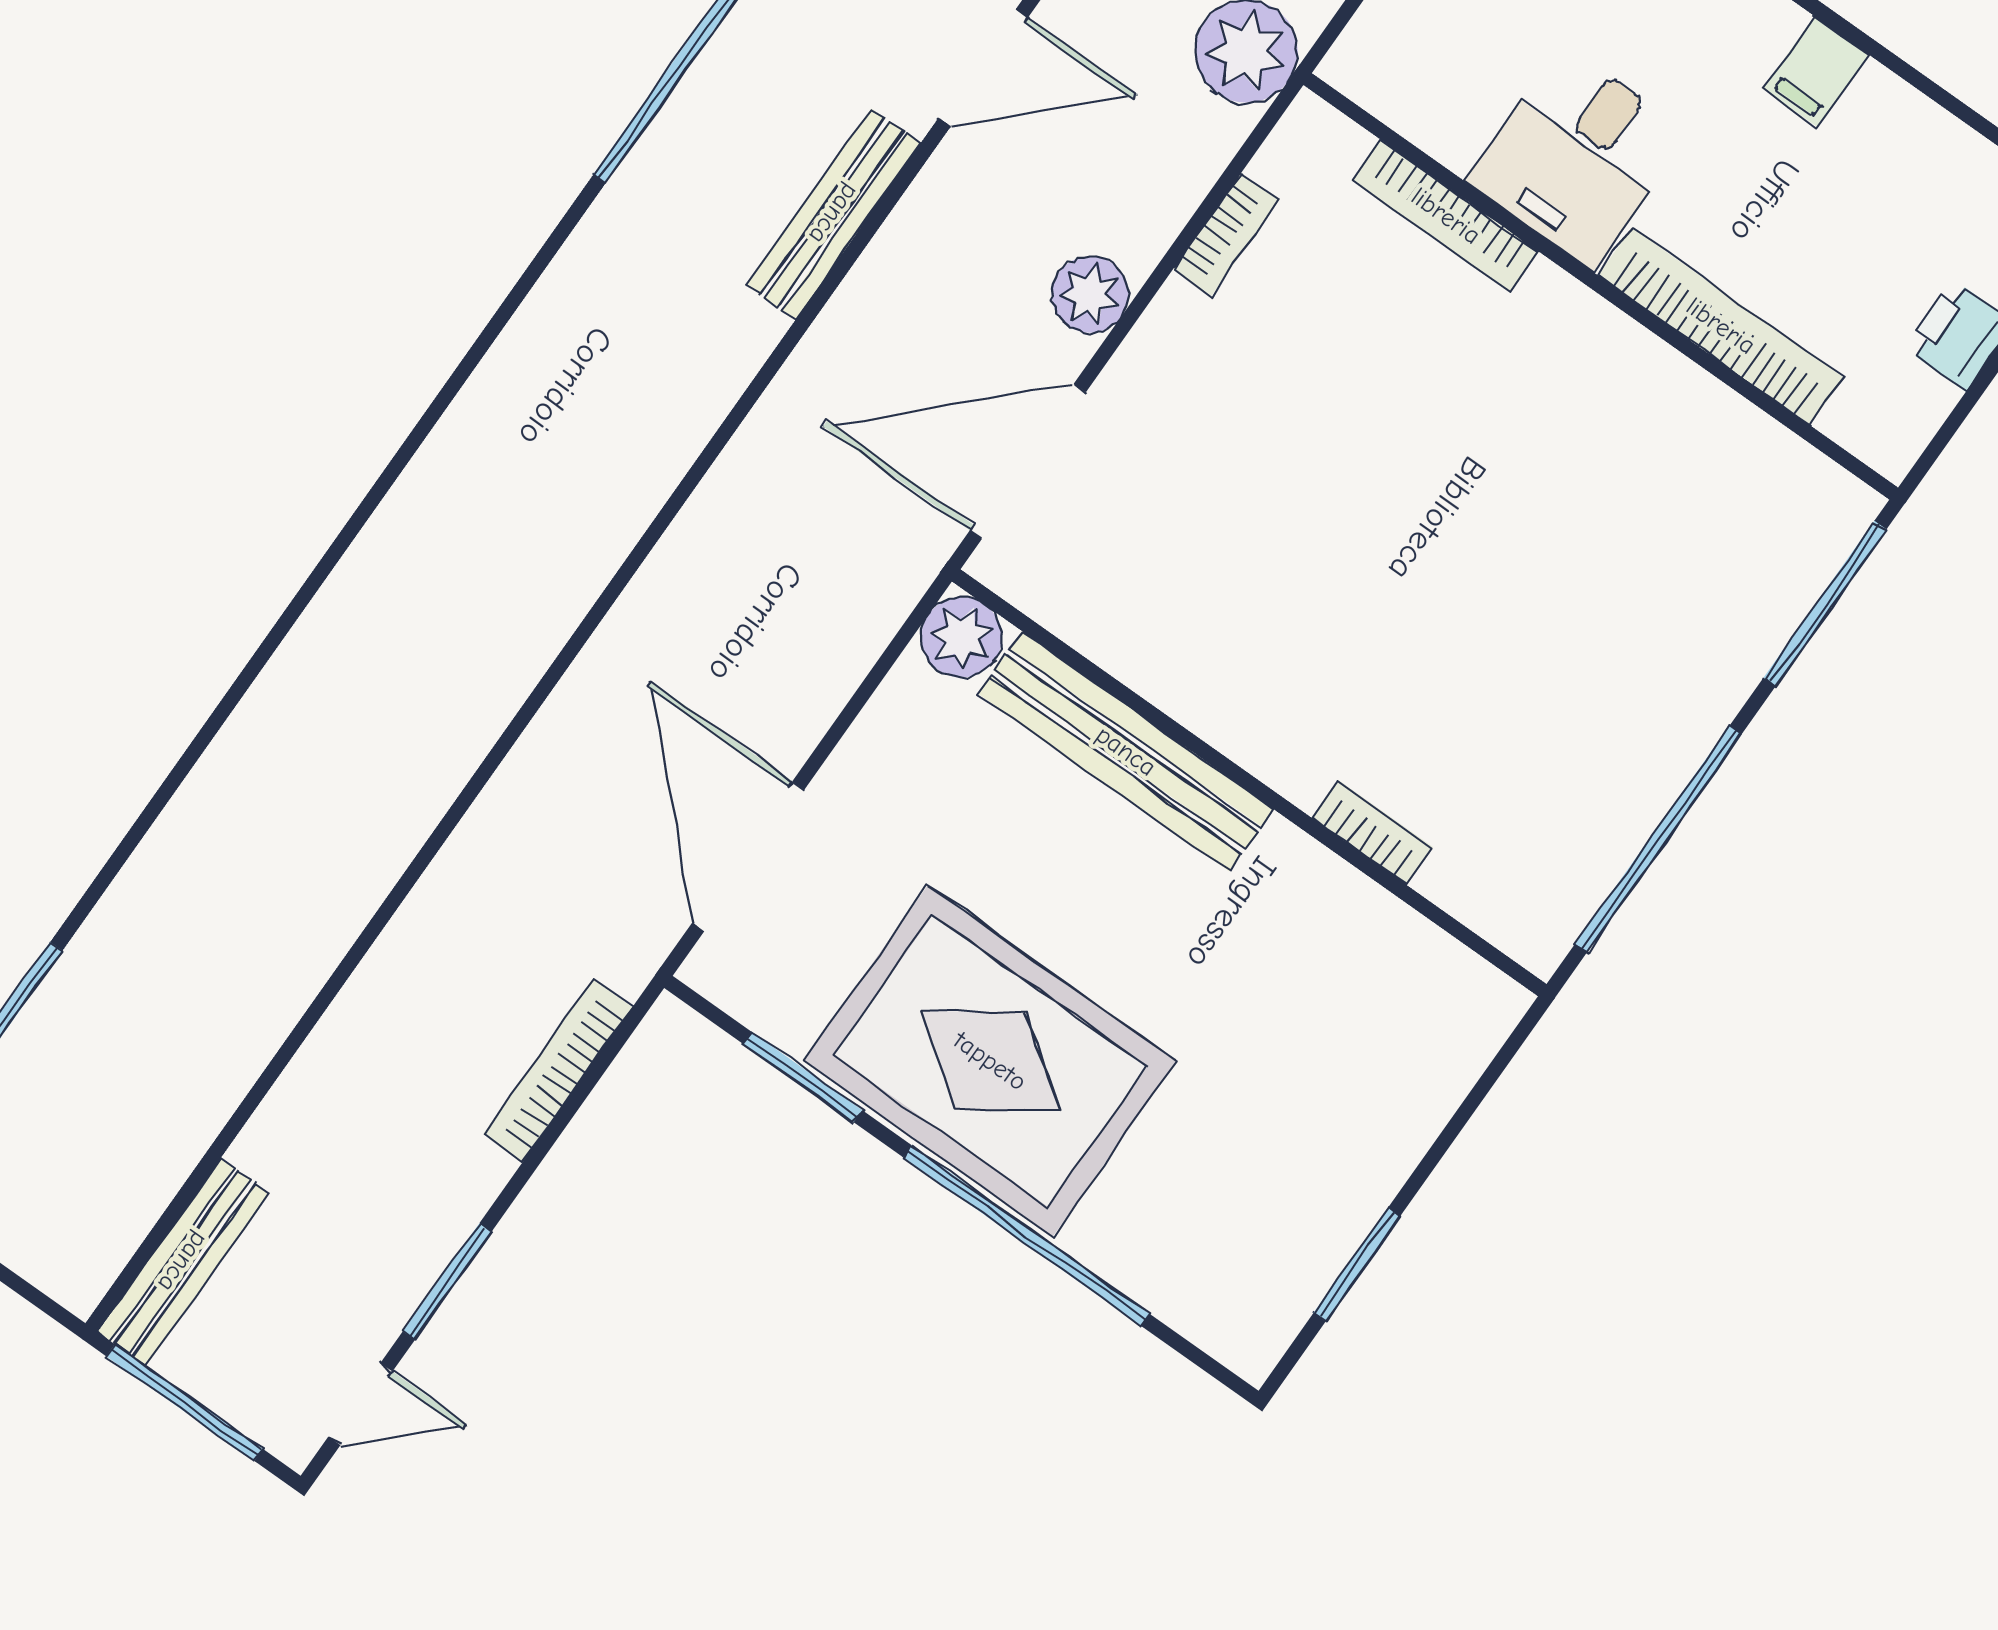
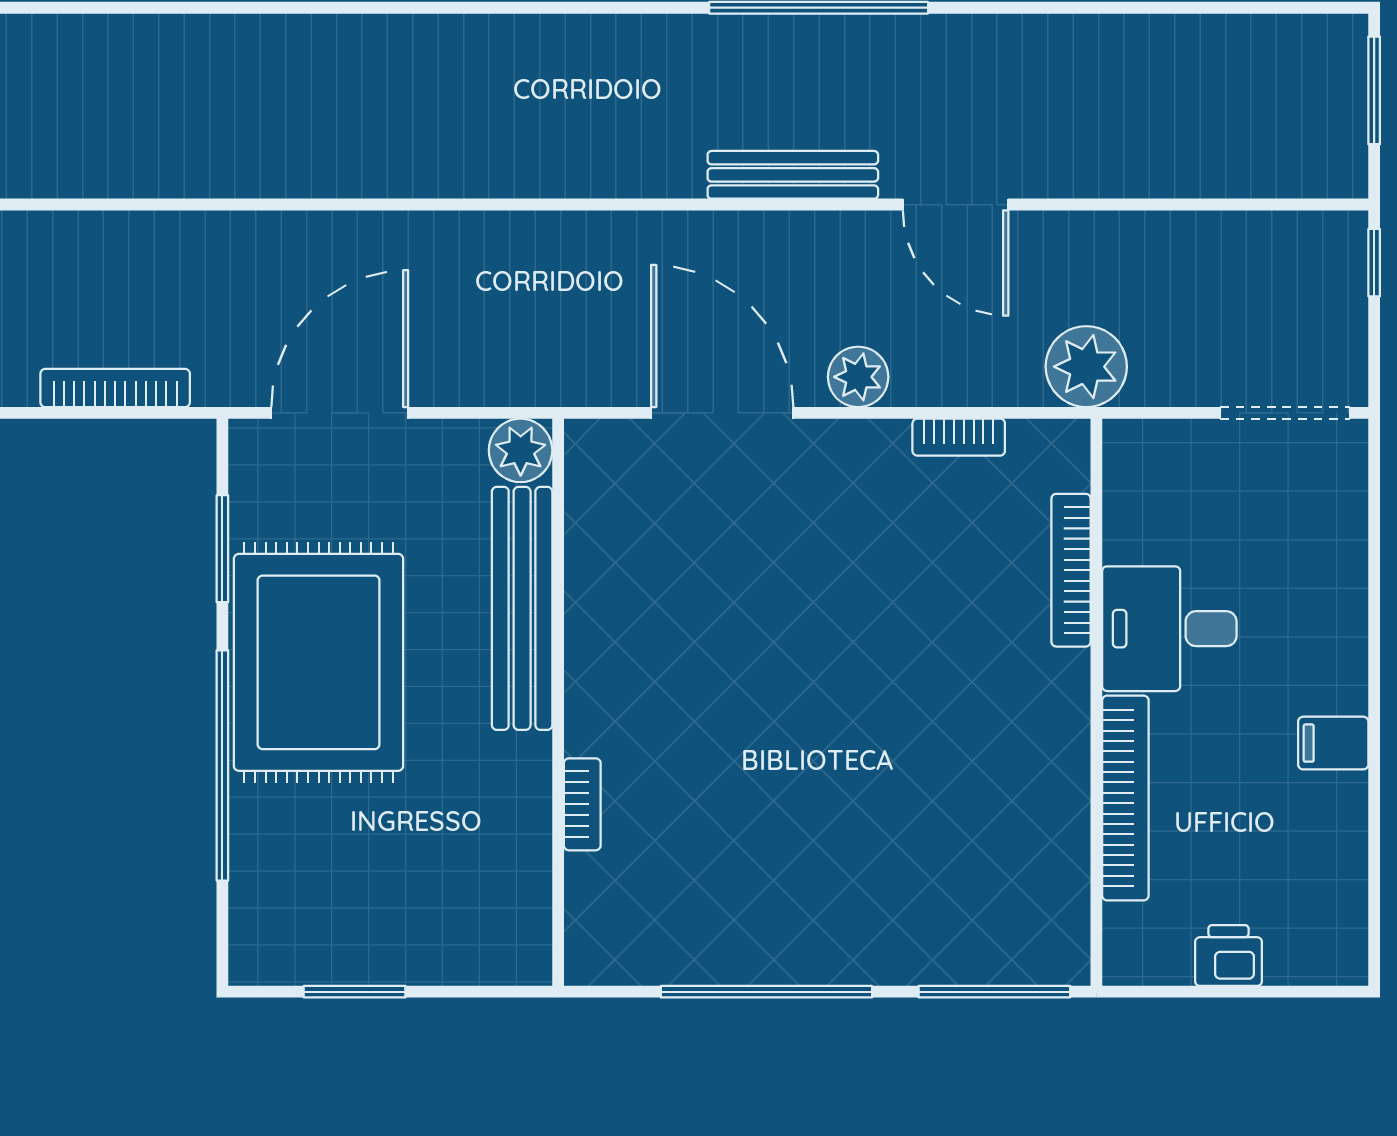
plant: (962, 637) -> (521, 450), moved
bench: (1126, 751) -> (522, 608), moved
wall: (1249, 783) -> (558, 702), moved
bookcase: (1372, 832) -> (582, 804), moved

